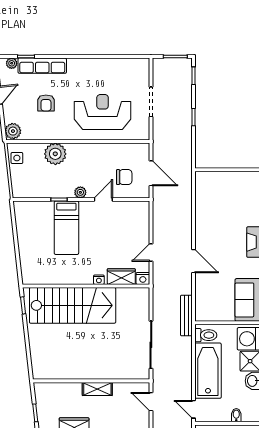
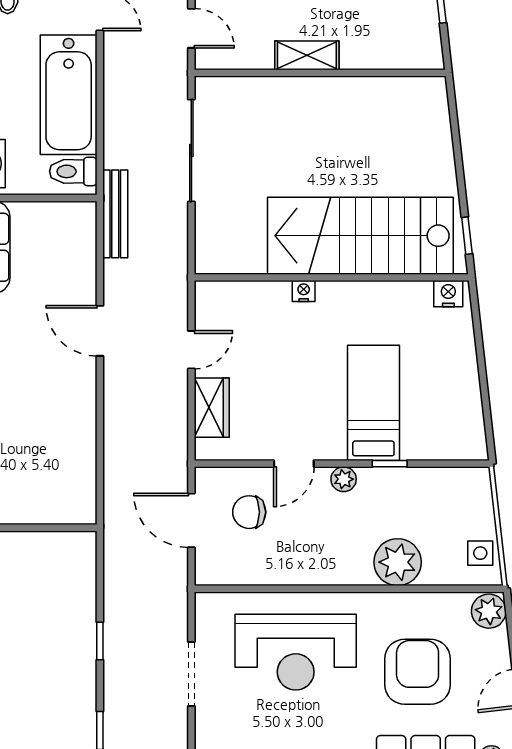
armchair: (46, 103) -> (418, 672), width x1.88, depth x1.88
wardrobe: (121, 277) -> (212, 408), moved, turned -90
nightstand: (143, 278) -> (448, 294), moved

